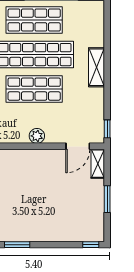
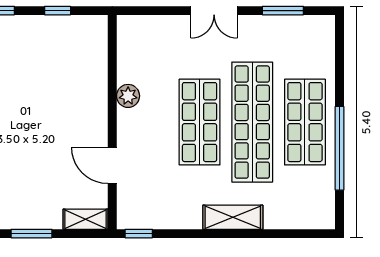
plant: (37, 136) -> (128, 96), moved
door: (78, 146) -> (112, 165), moved

